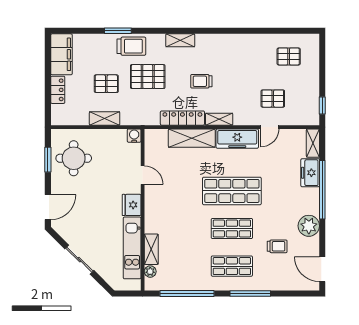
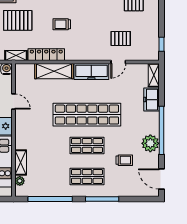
shelving: (219, 119) -> (16, 55), moved
window: (322, 190) -> (161, 130), moved
shop shelf: (232, 191) -> (87, 115), width x1.40

